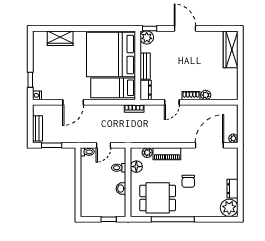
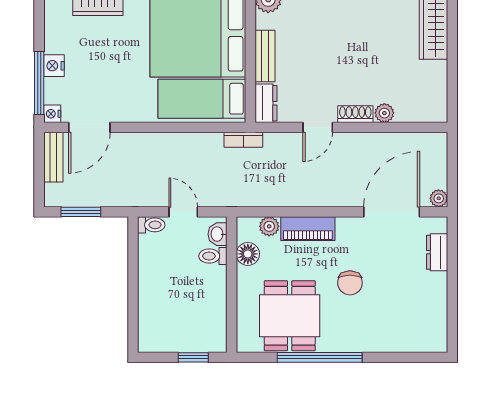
nightstand: (38, 71) -> (54, 66), added
window: (30, 80) -> (39, 83), width x2.17
door: (73, 102) -> (89, 127), moved
bench: (38, 128) -> (53, 157), moved
door: (104, 145) -> (183, 212), swing flipped
washbasin: (121, 189) -> (218, 234), moved
dresser: (232, 189) -> (437, 252), moved
dining table: (158, 198) -> (290, 316), turned 90
plant: (229, 208) -> (430, 335), removed

